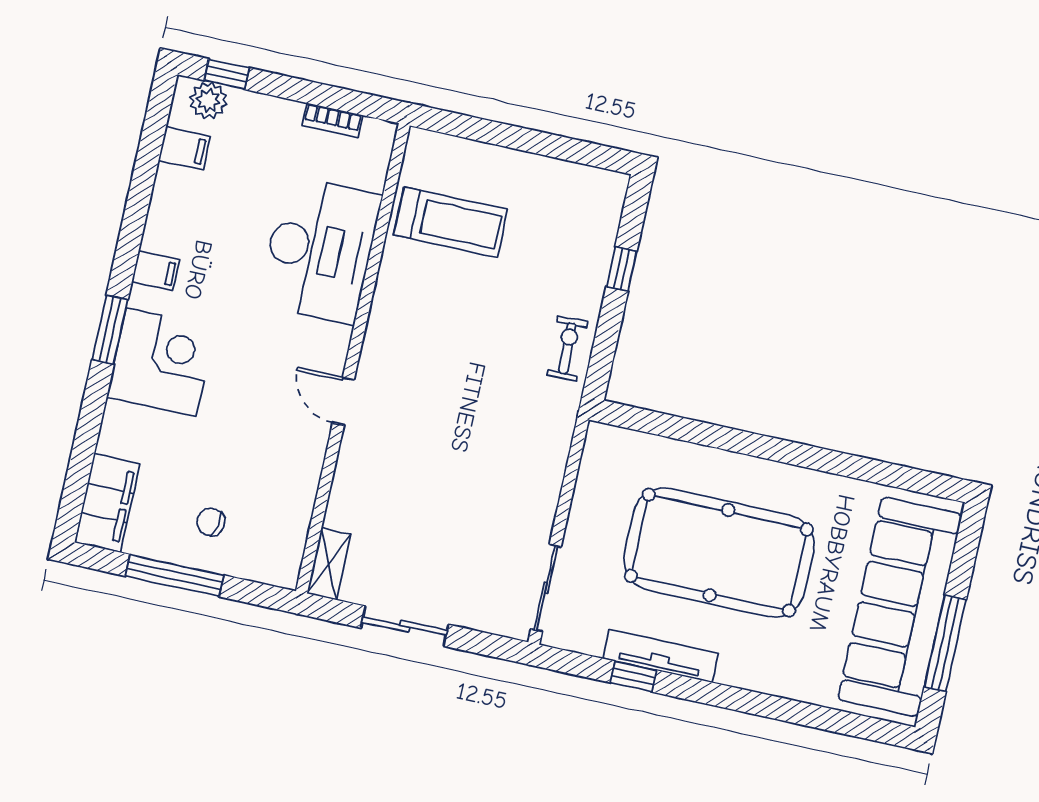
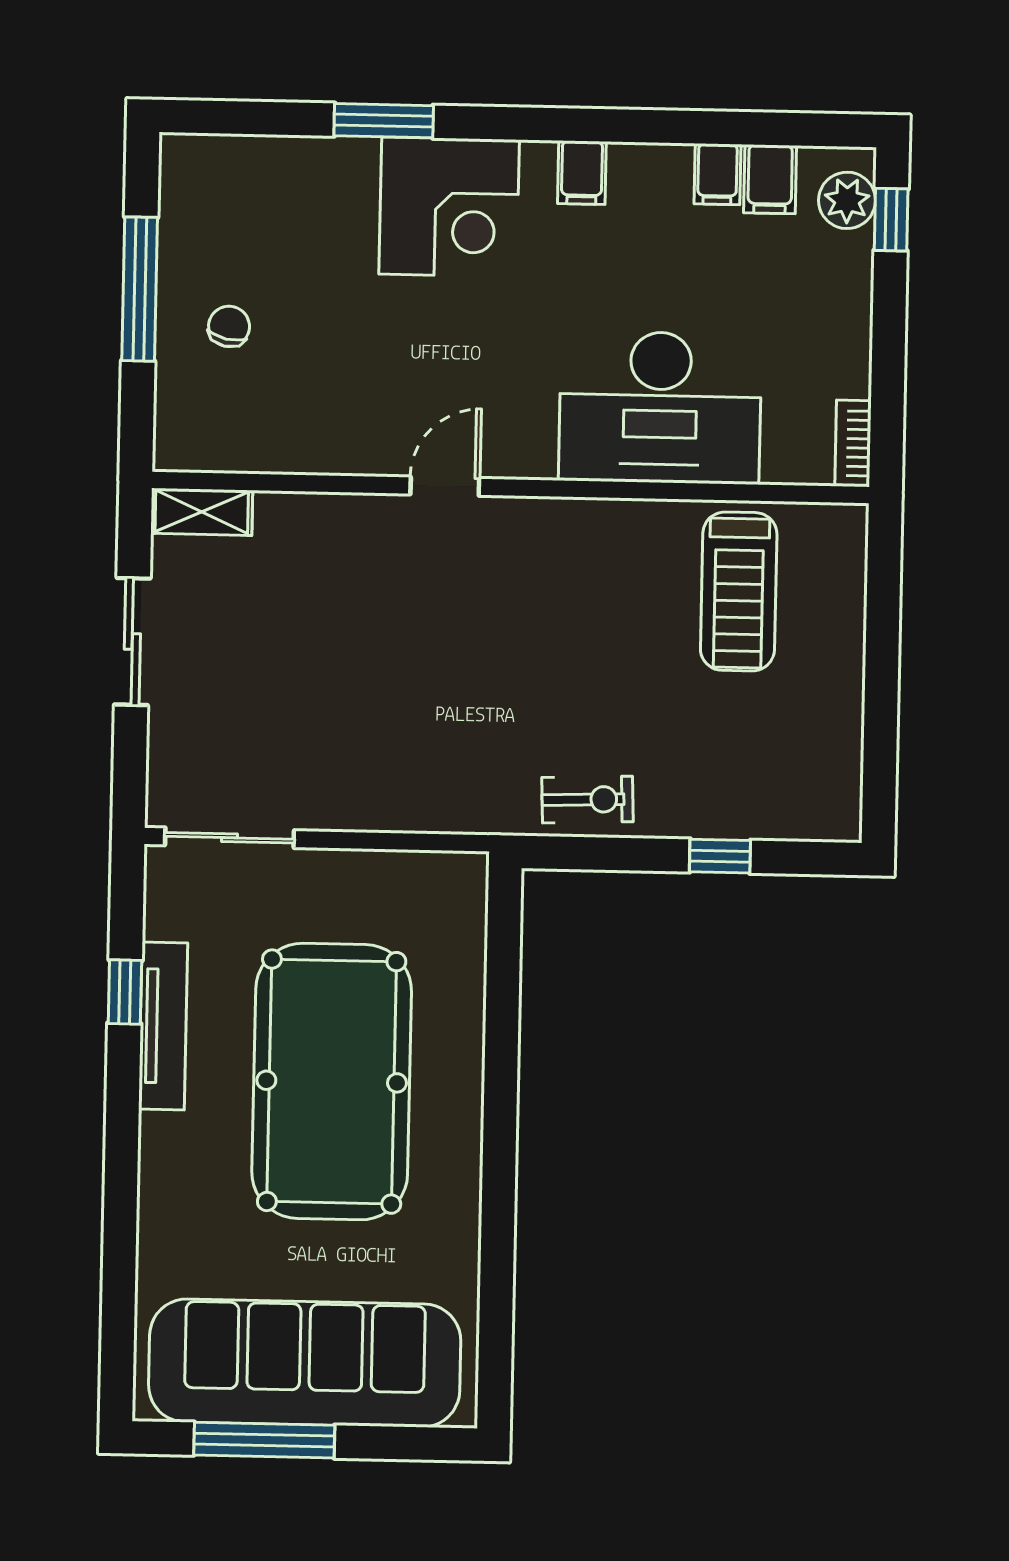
bookcase: (332, 120) -> (853, 443), moved
window: (110, 330) -> (384, 121), moved
filing cabinet: (107, 503) -> (717, 174), moved, width x0.33, depth x0.86

